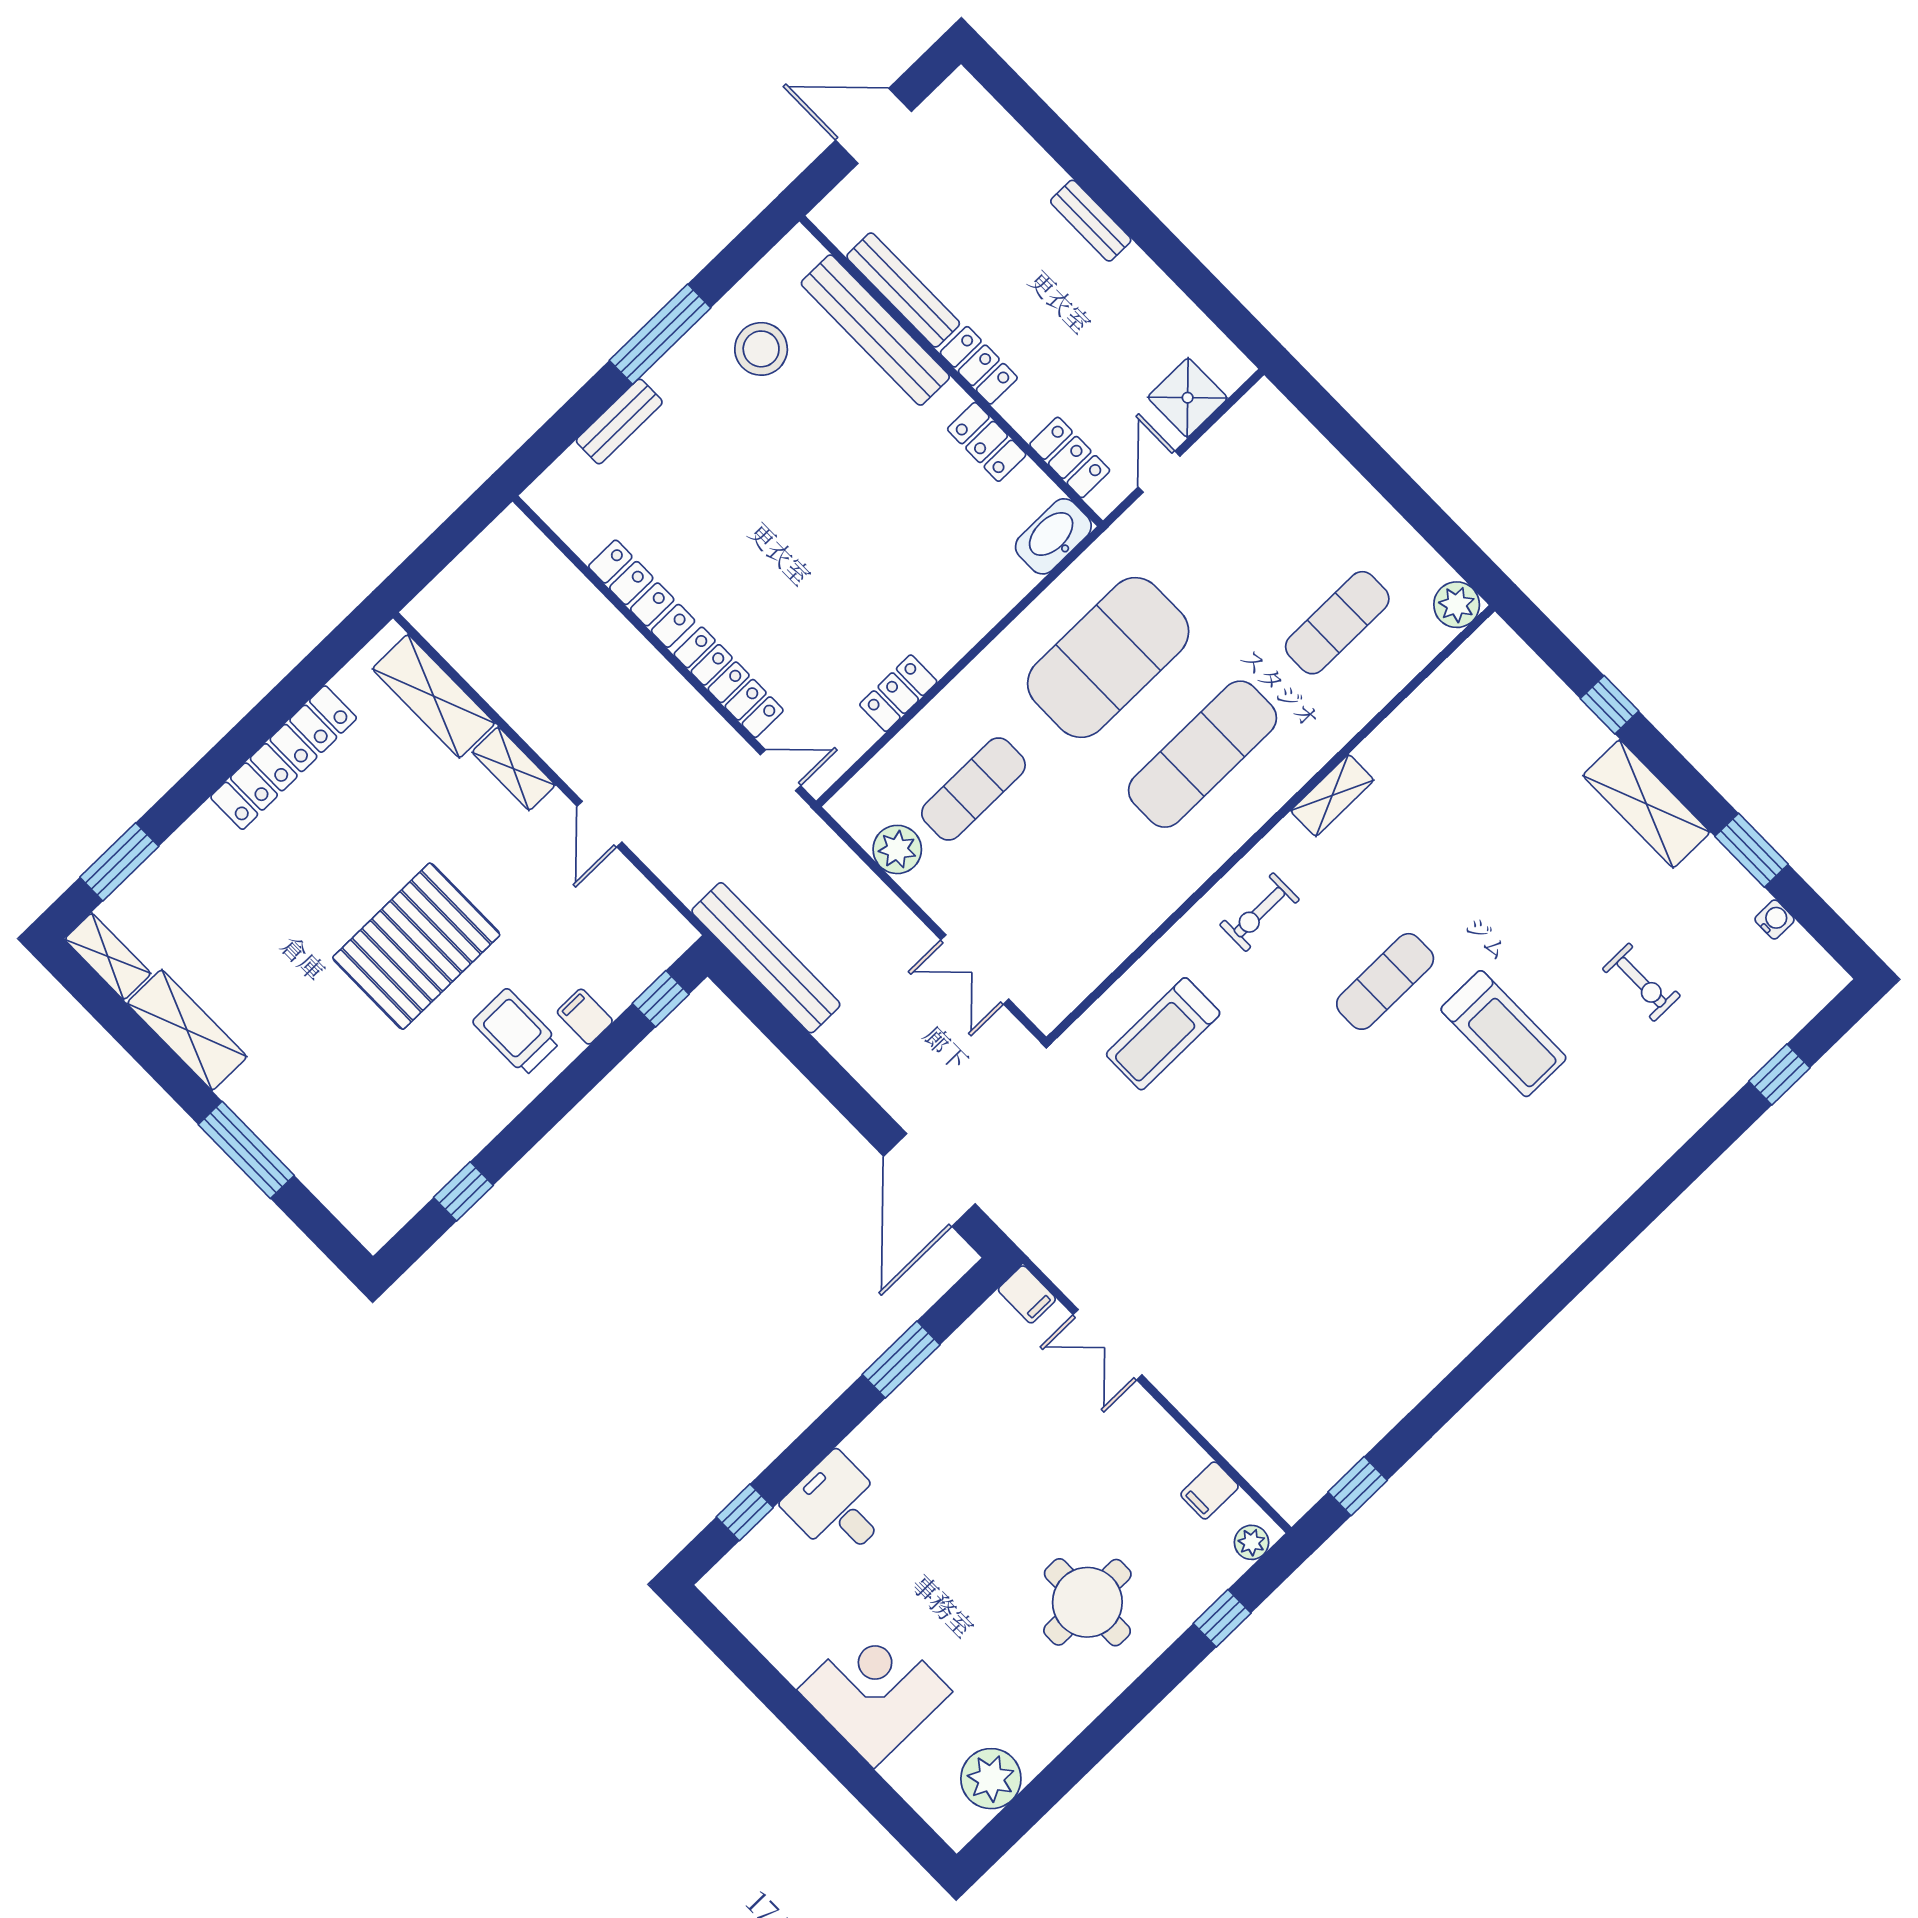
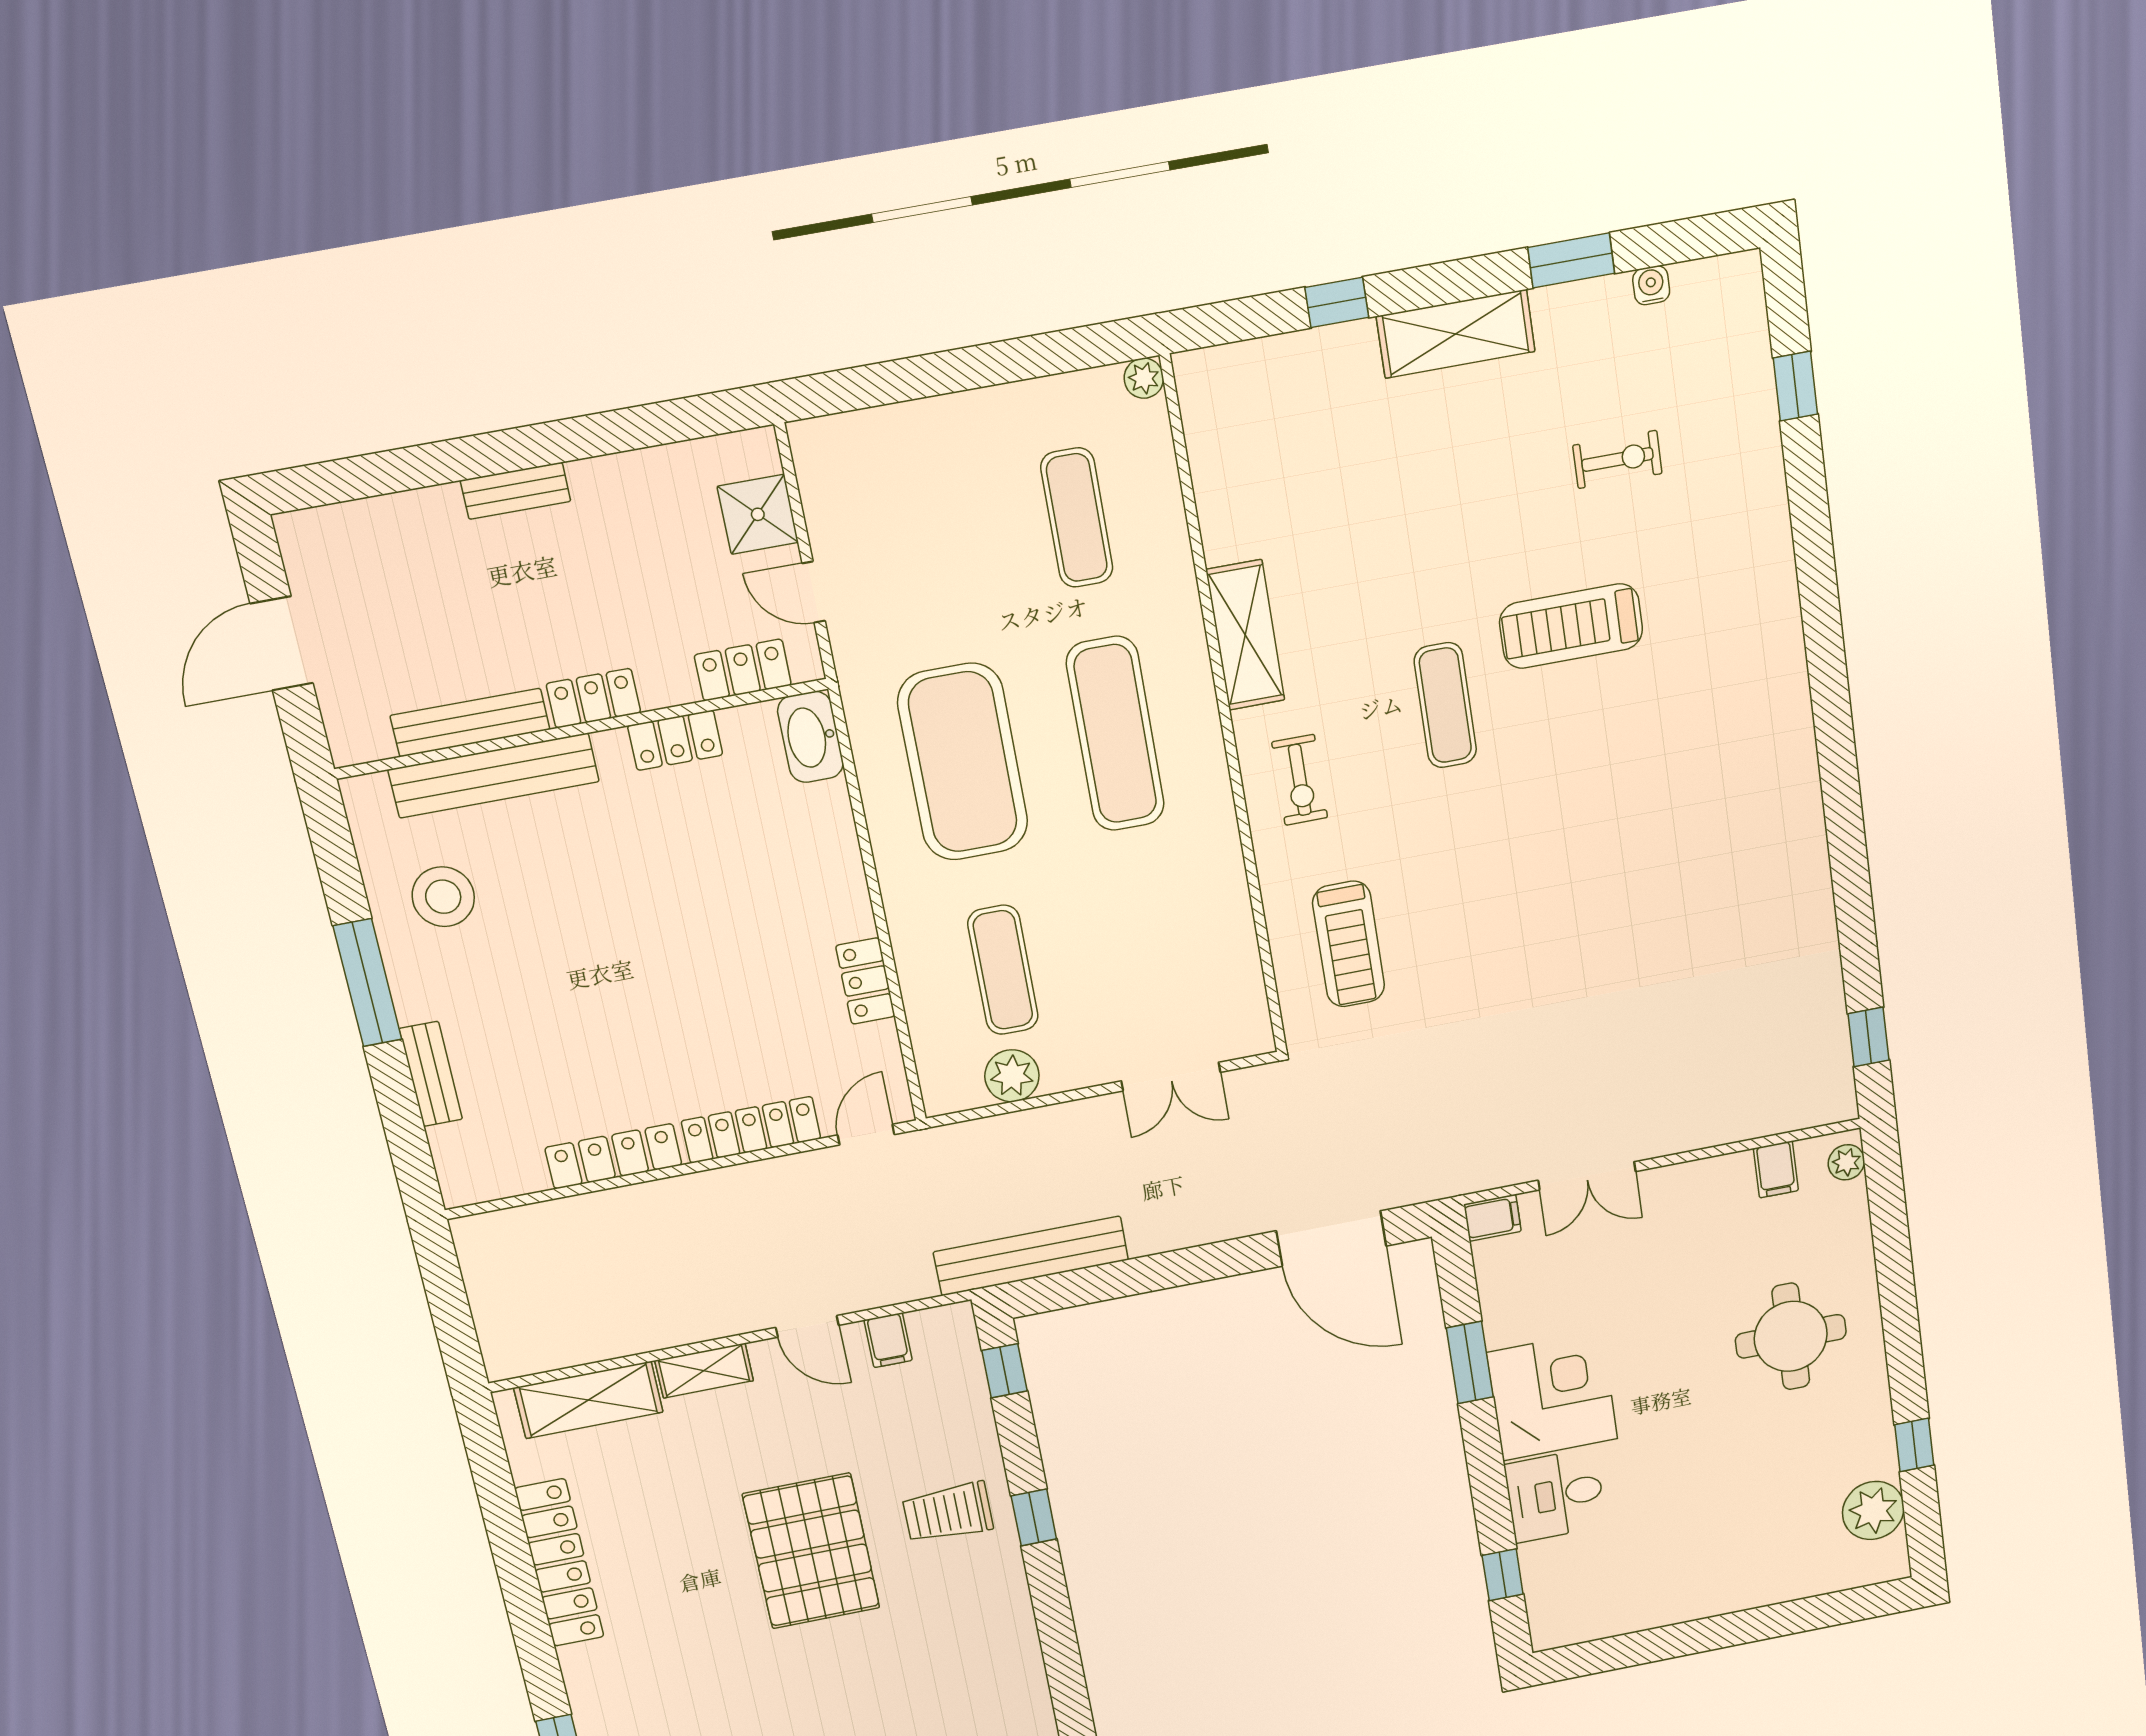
plant: (1457, 605) -> (1144, 378), width x0.73, depth x0.73
shelving: (1332, 795) -> (1245, 635), width x1.50, depth x1.33
filing cabinet: (585, 1017) -> (888, 1340), moved, turned -90
treadmill: (1503, 1034) -> (1571, 626), turned 180
window: (463, 1191) -> (1034, 1517), moved
window: (1222, 1618) -> (1914, 1445), moved
corner desk: (875, 1691) -> (1552, 1396), moved, turned 90

